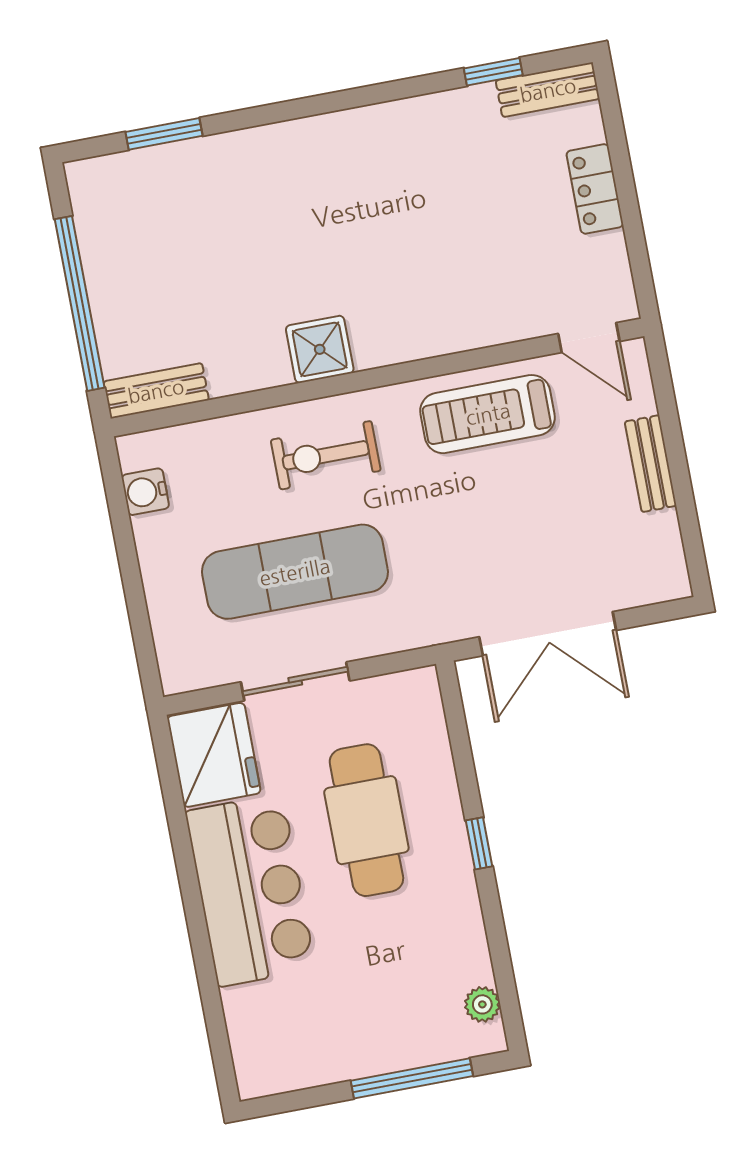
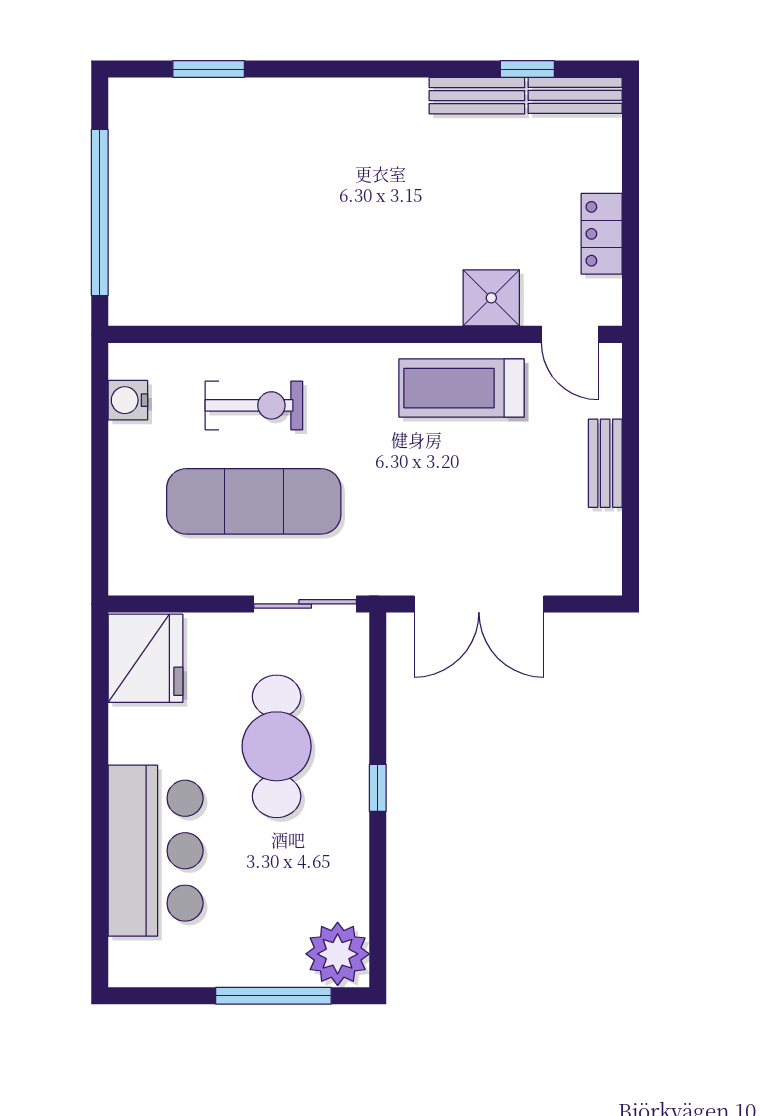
locker: (595, 189) -> (602, 234), moved
shower: (320, 349) -> (491, 298), moved
bench: (156, 391) -> (477, 96), moved
exercise bike: (326, 455) -> (254, 405), moved, turned 180
sliding door: (295, 681) -> (305, 604), moved
bar counter: (250, 890) -> (156, 851), moved
plant: (482, 1004) -> (338, 954), width x1.87, depth x1.87

